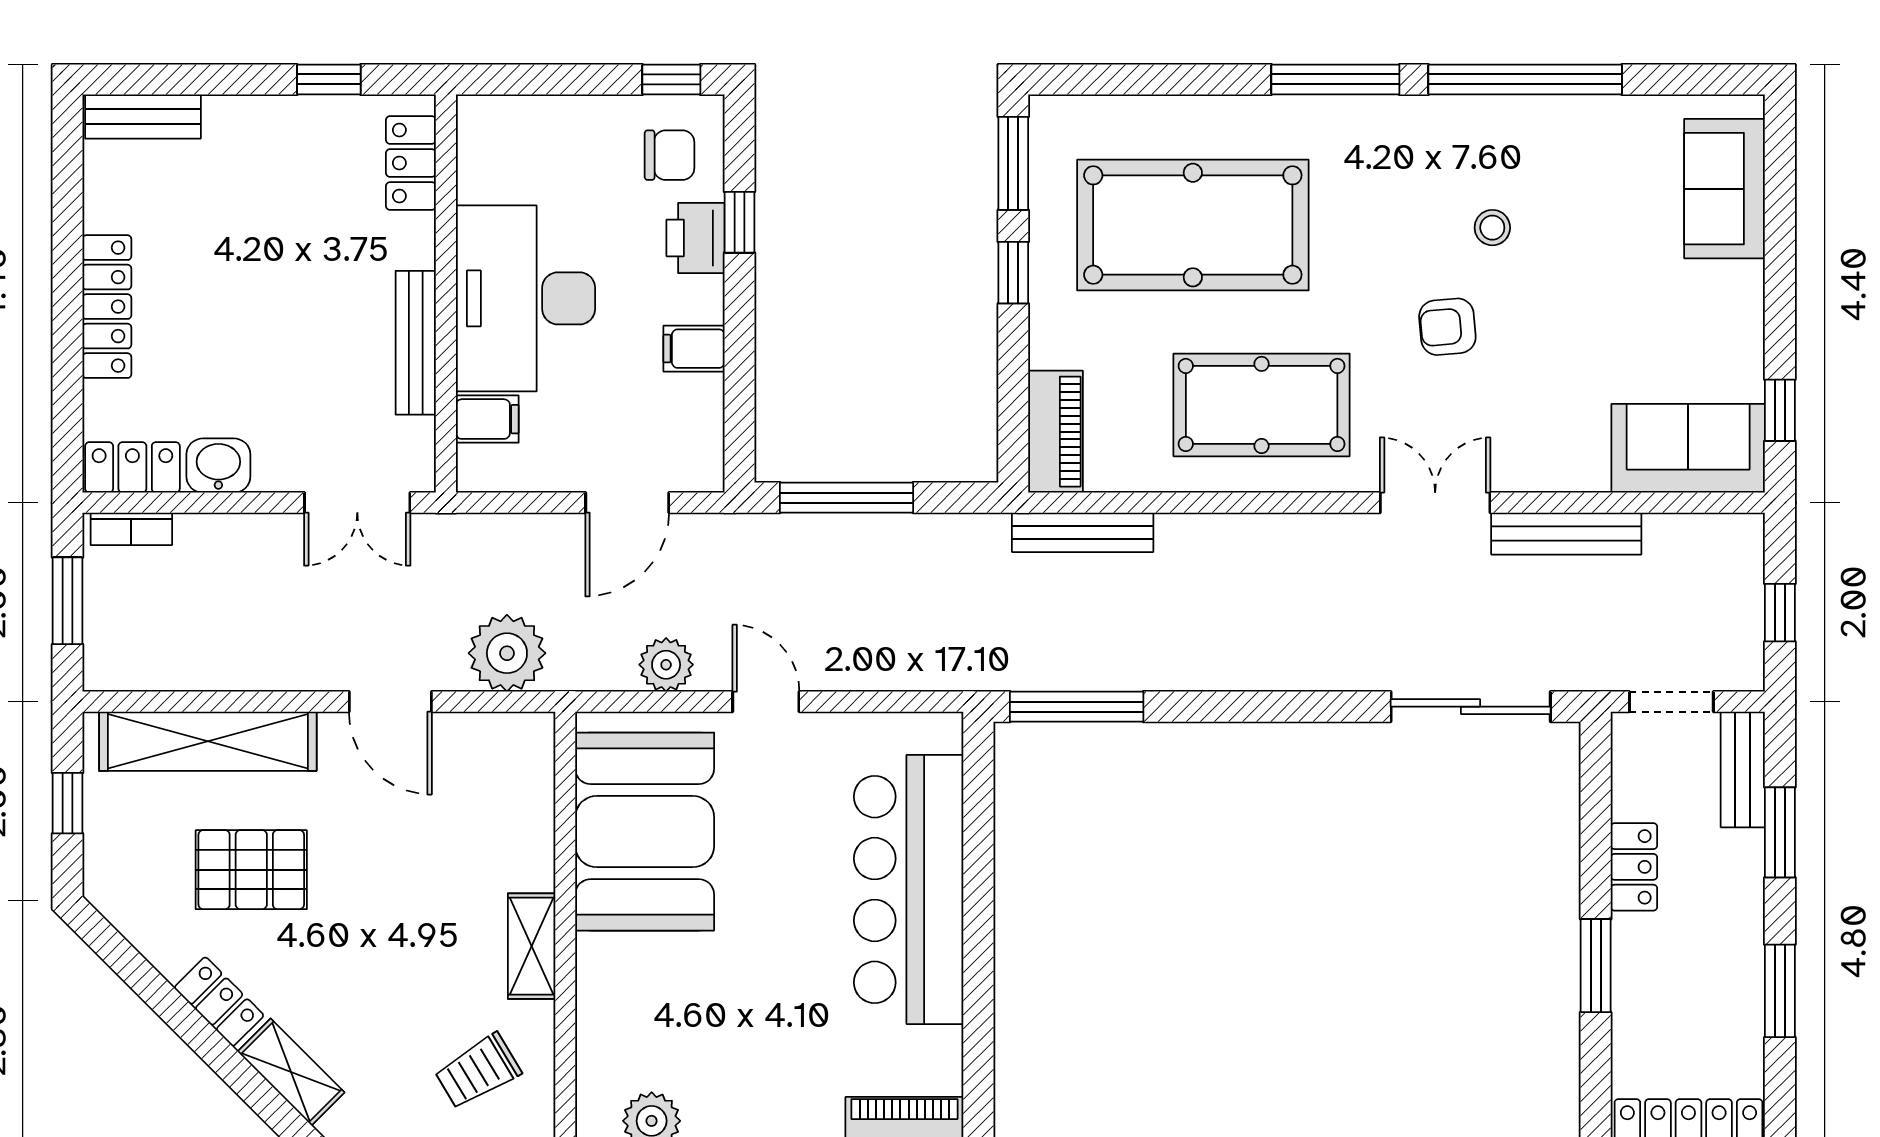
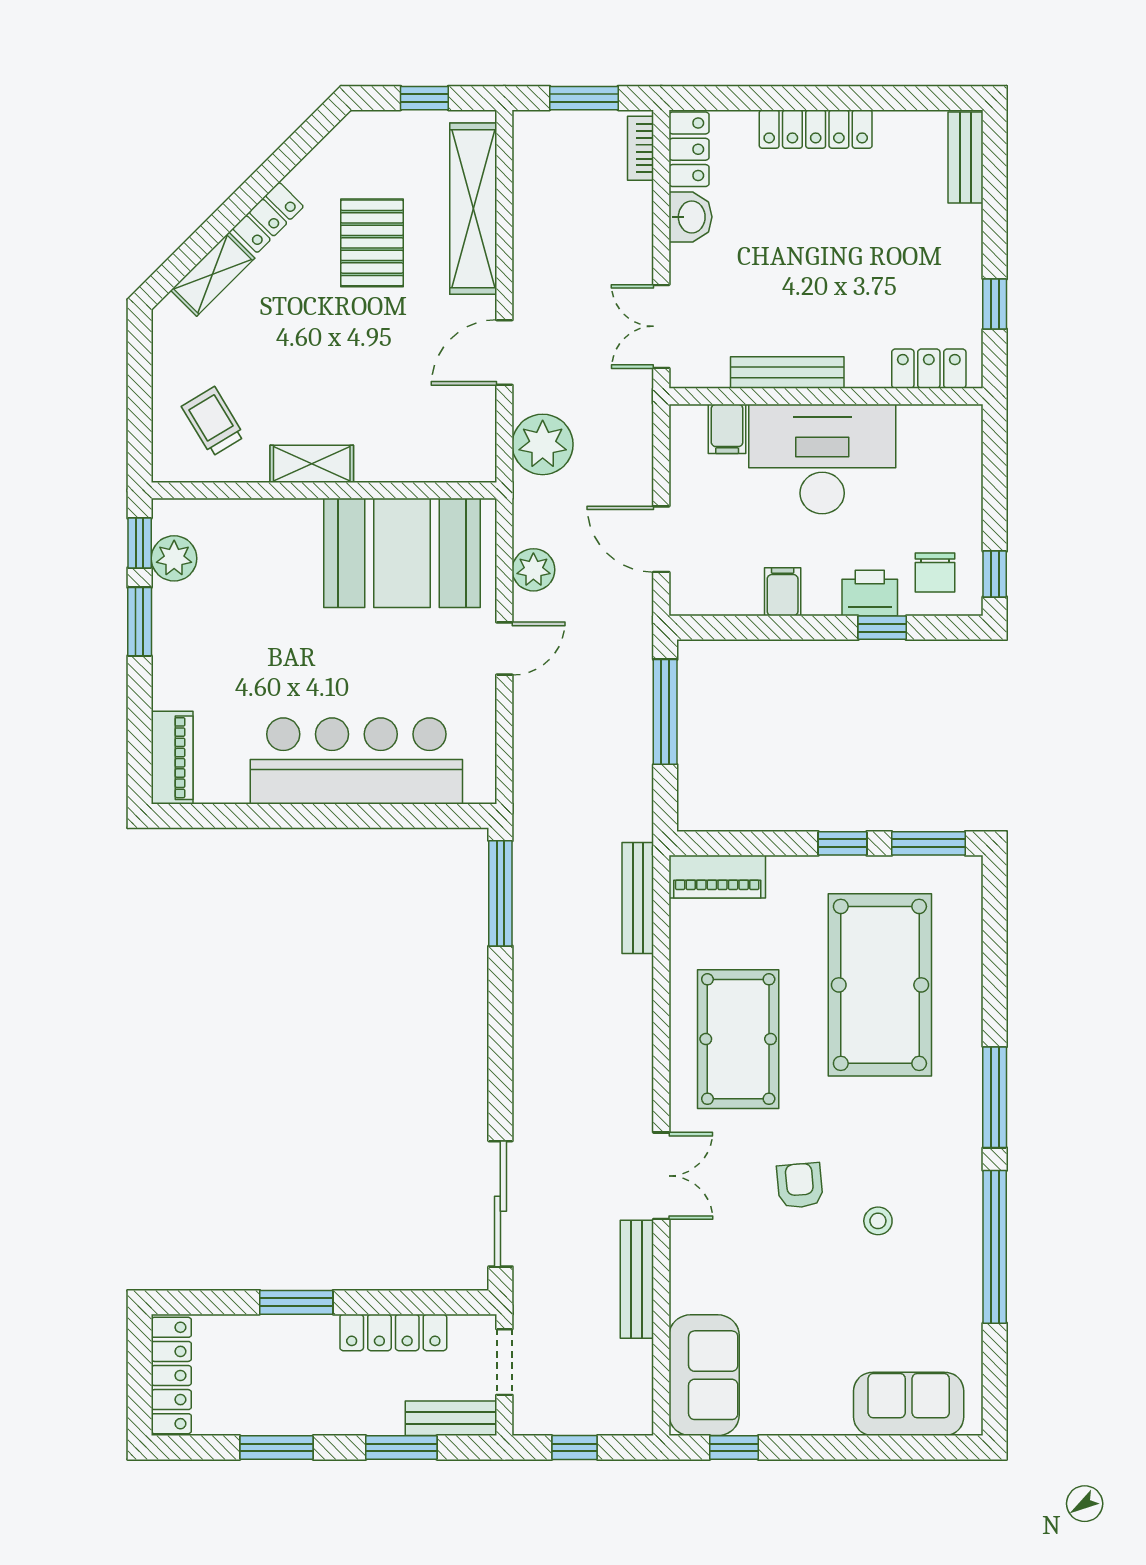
locker: (1634, 867) -> (393, 1332), width x1.53

